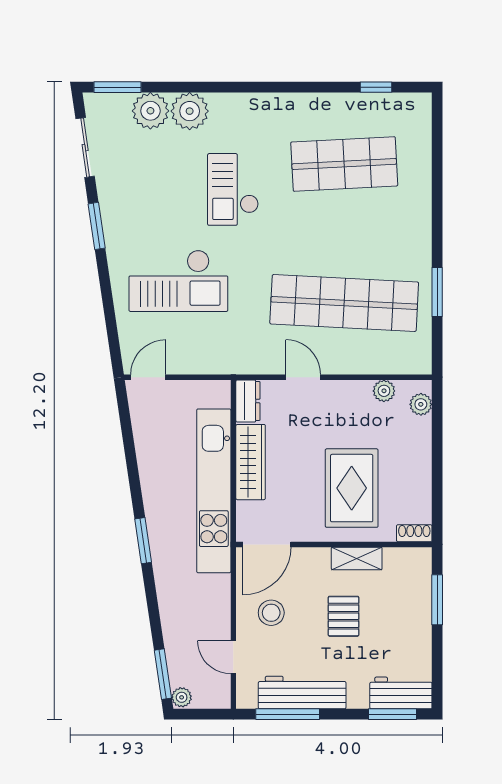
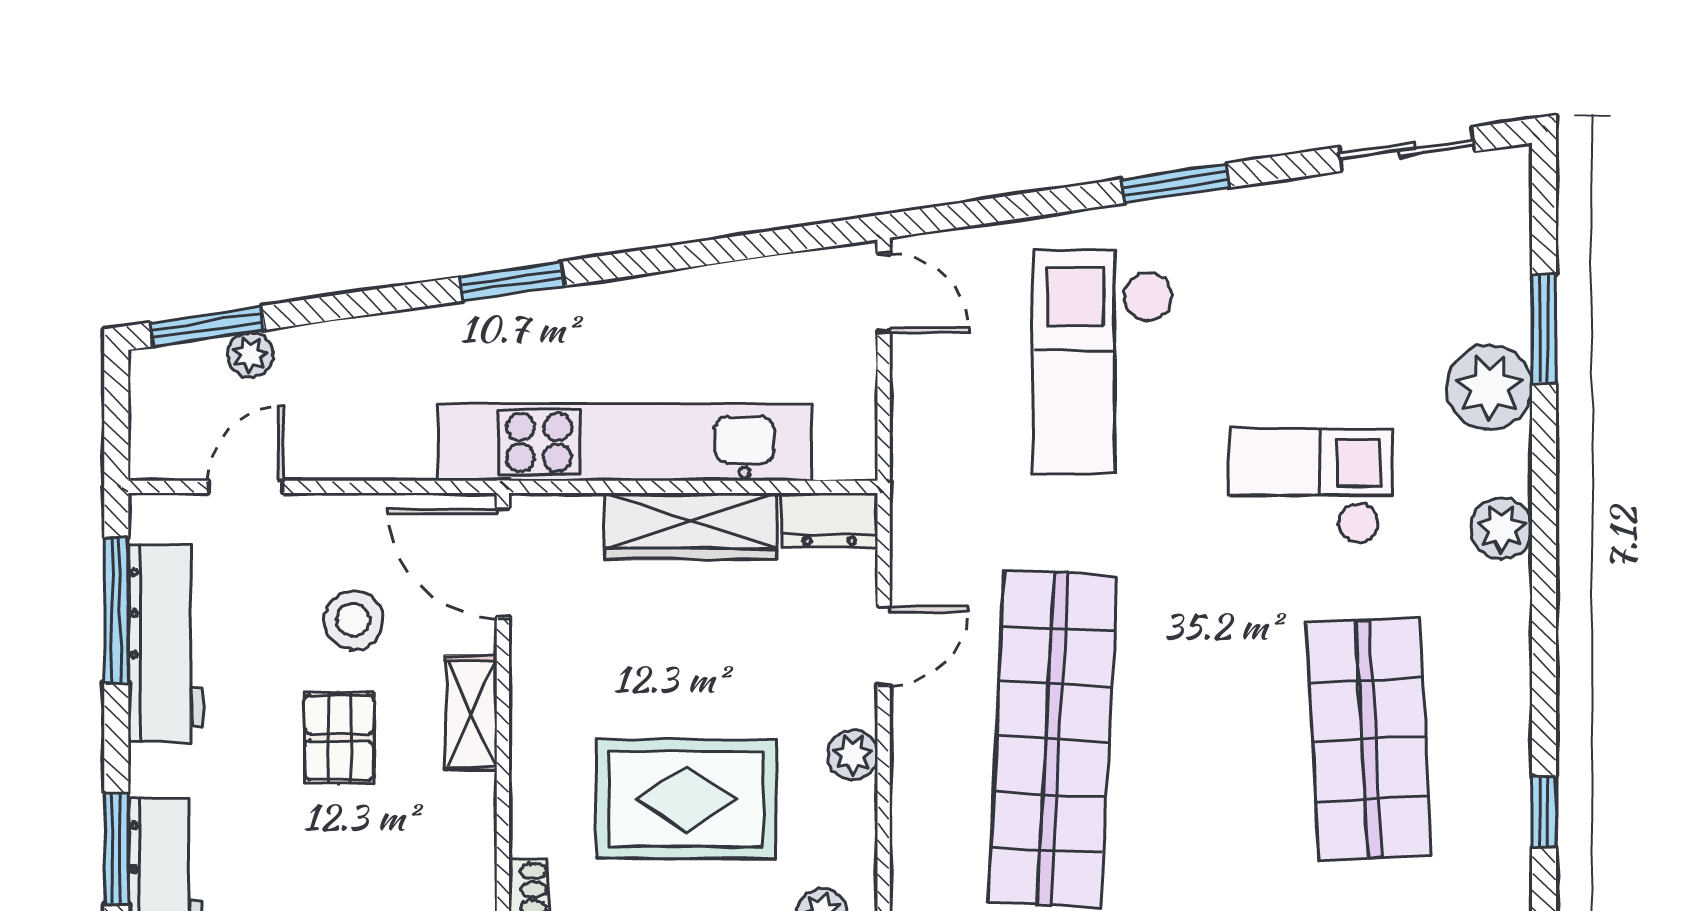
window: (117, 87) -> (1544, 329), moved
plant: (150, 111) -> (1501, 528), moved, width x0.73, depth x0.73
window: (97, 226) -> (1175, 183), moved
plant: (384, 391) -> (853, 755), moved
rug: (352, 488) -> (686, 799), moved
shelving: (357, 558) -> (471, 713), moved
stool: (271, 613) -> (353, 620), moved
pallet: (343, 616) -> (339, 738), turned 90
plant: (182, 697) -> (250, 355), moved

